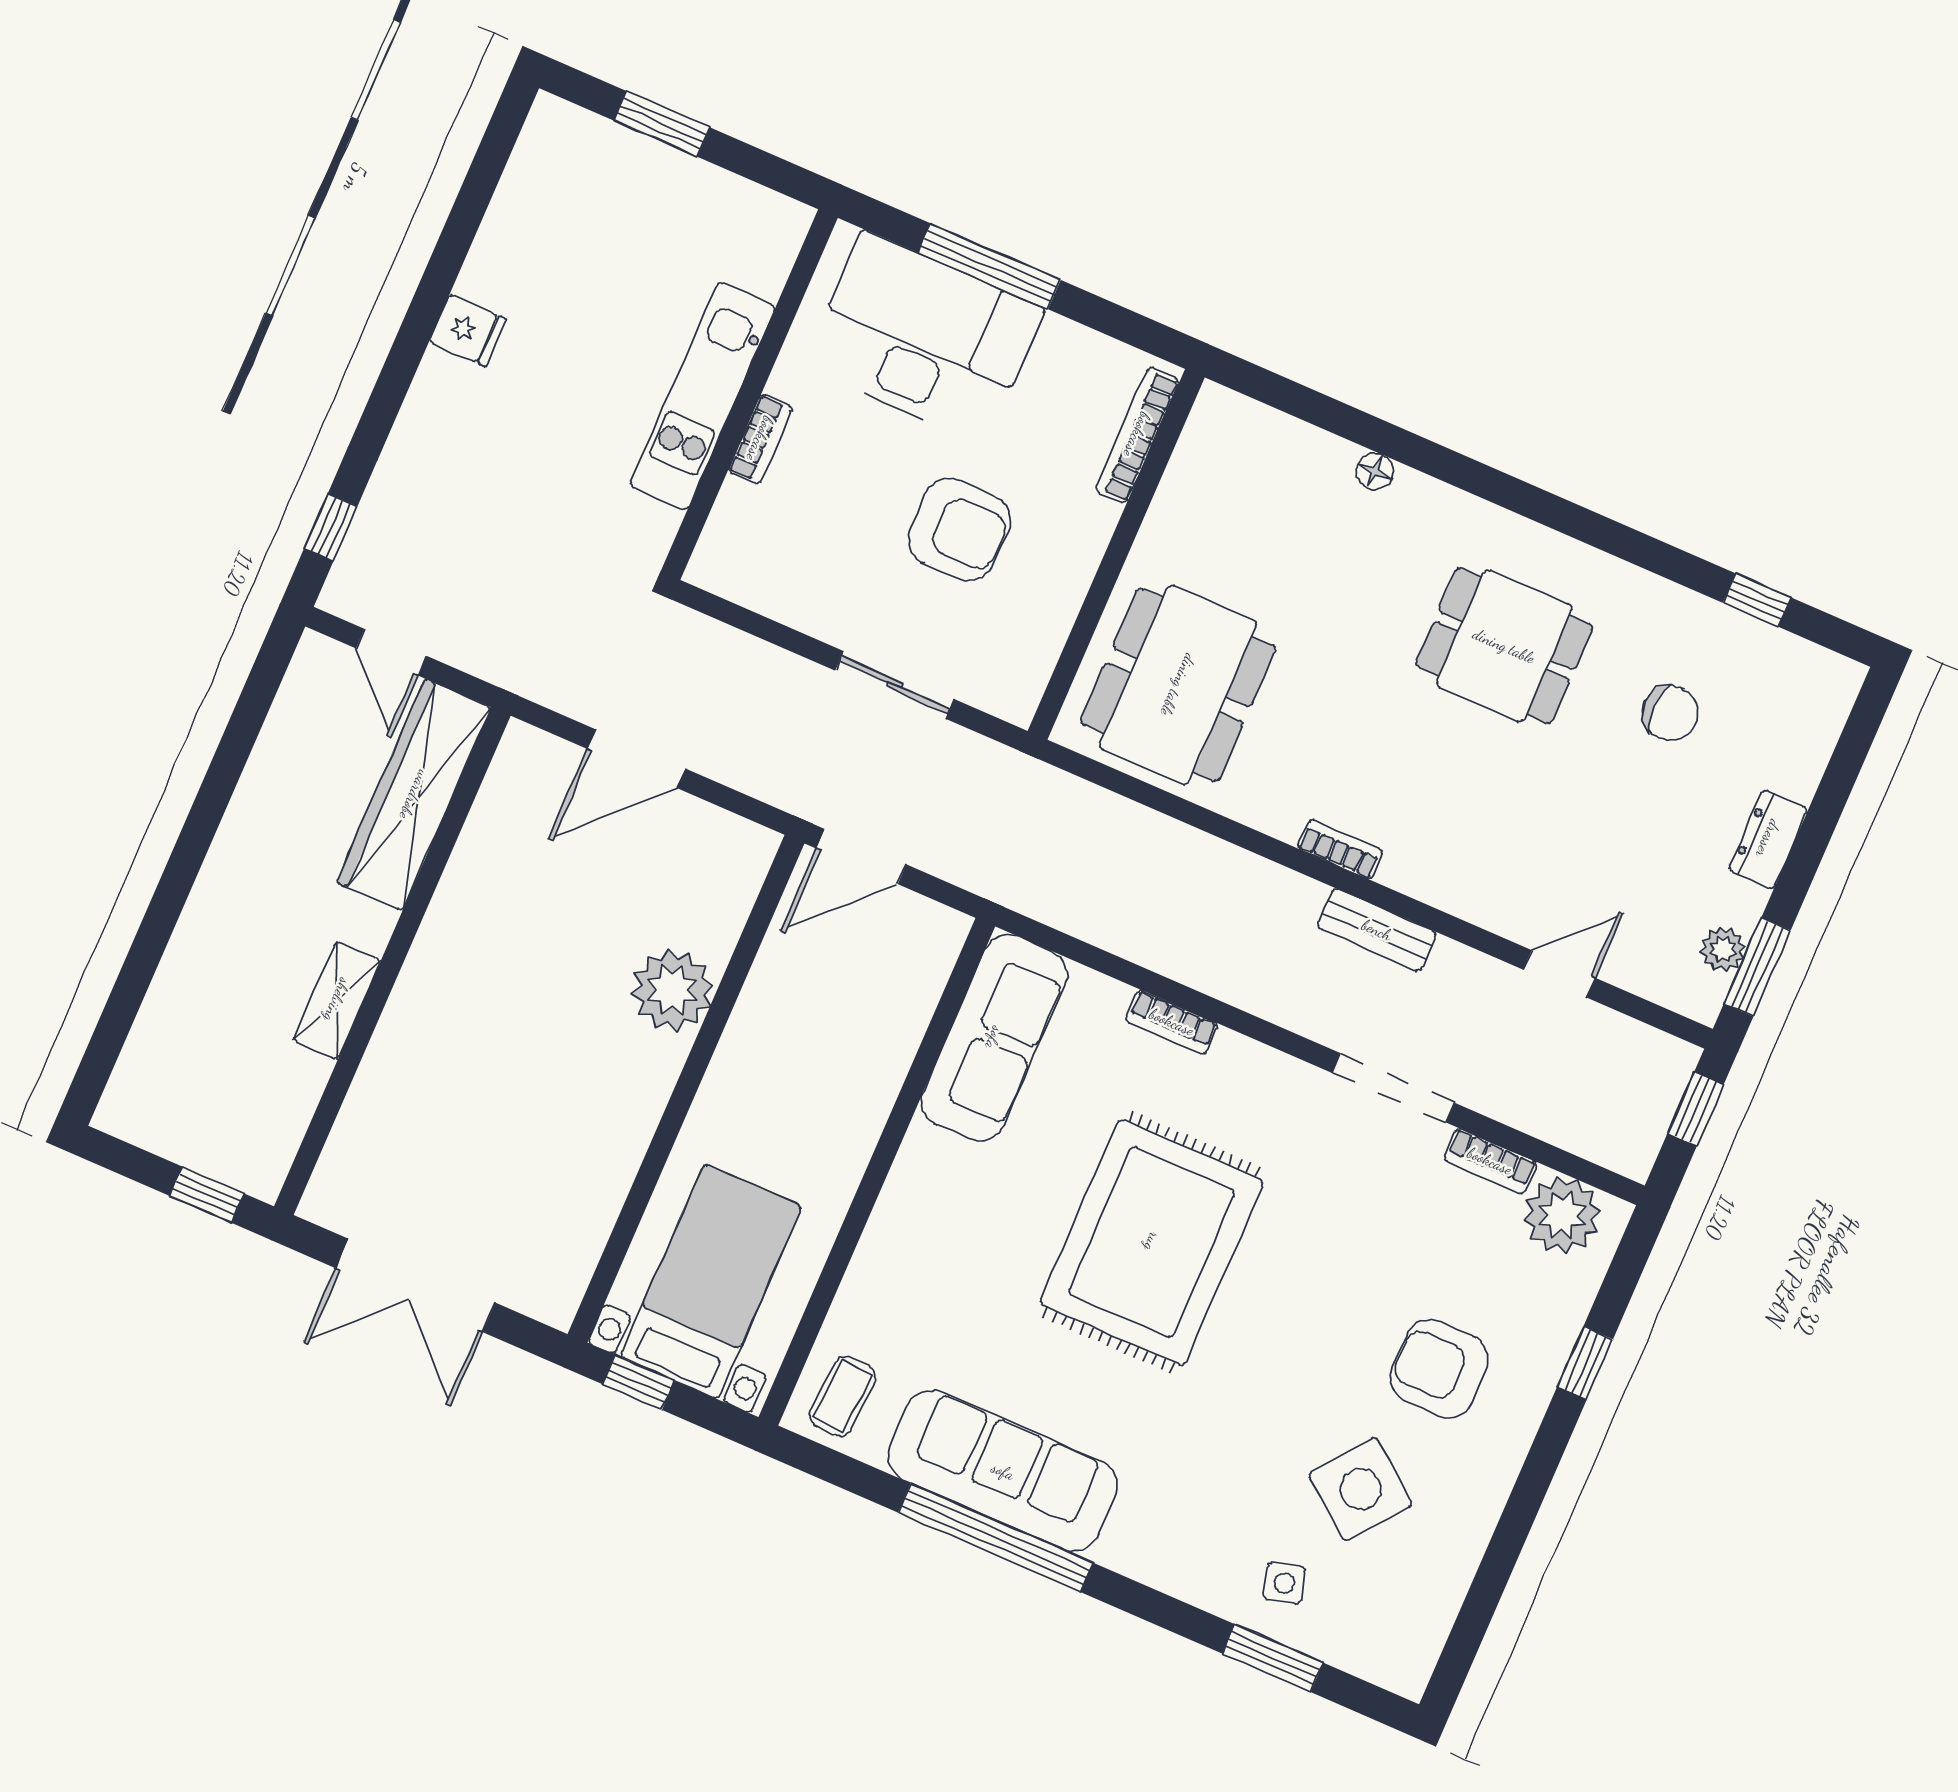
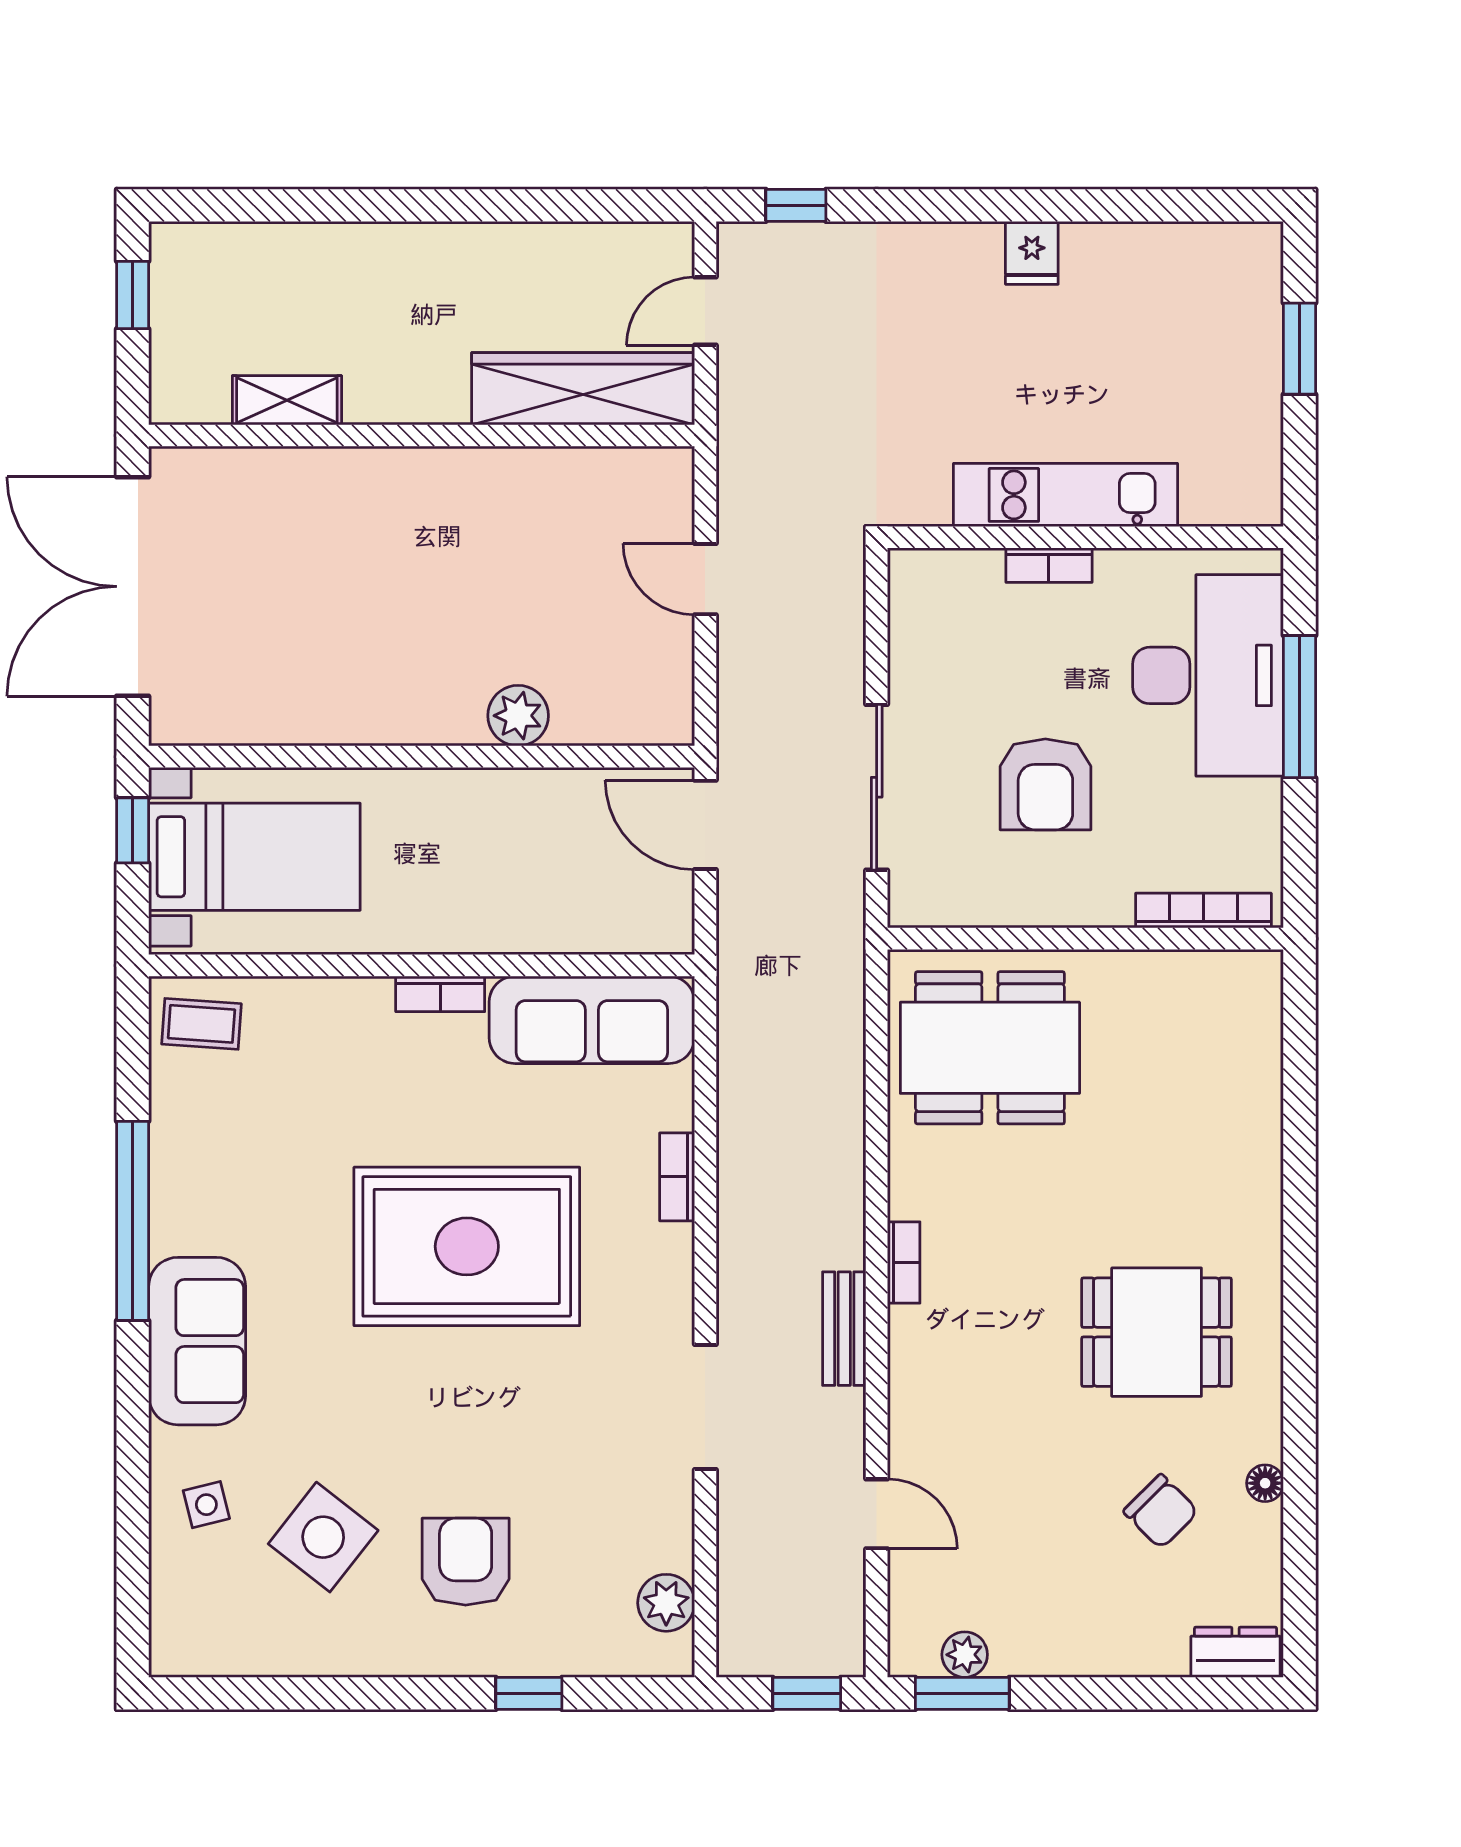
floor lamp: (1375, 471) -> (1265, 1483), moved
window: (1757, 600) -> (1300, 1546), removed
dining table: (1504, 646) -> (1157, 1332), turned 90
sliding door: (895, 685) -> (877, 787), width x1.37
chair: (1670, 713) -> (1161, 1511), turned -45
door: (636, 759) -> (705, 579), width x0.73
dresser: (1768, 839) -> (1236, 1652), moved
plant: (672, 990) -> (518, 716), width x0.73, depth x0.73
shelving: (337, 1000) -> (287, 400), moved
bookcase: (1490, 1161) -> (440, 994), moved, turned -90
window: (207, 1195) -> (133, 295), moved
plant: (1562, 1215) -> (666, 1603), width x0.73, depth x0.73
double door: (415, 1285) -> (133, 586), width x1.36
sofa: (1003, 1471) -> (197, 1341), moved, width x0.73
window: (1273, 1658) -> (133, 1524), removed

